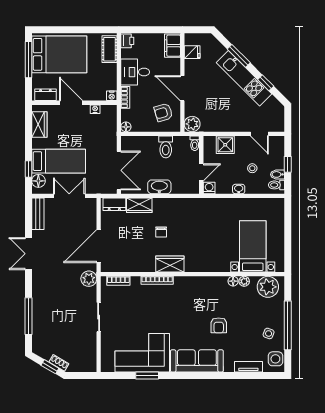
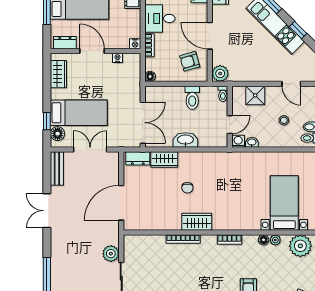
washbasin: (239, 189) -> (252, 142), moved
plant: (89, 279) -> (111, 254), moved
bookcase: (118, 281) -> (230, 239), moved

